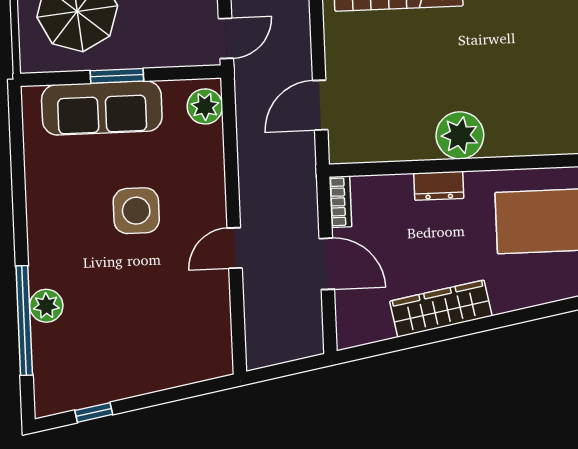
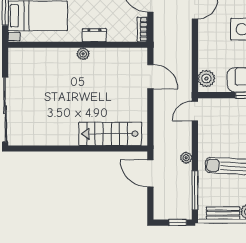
door: (320, 105) -> (150, 77), hinge flipped
plant: (460, 135) -> (83, 54), width x0.53, depth x0.53

